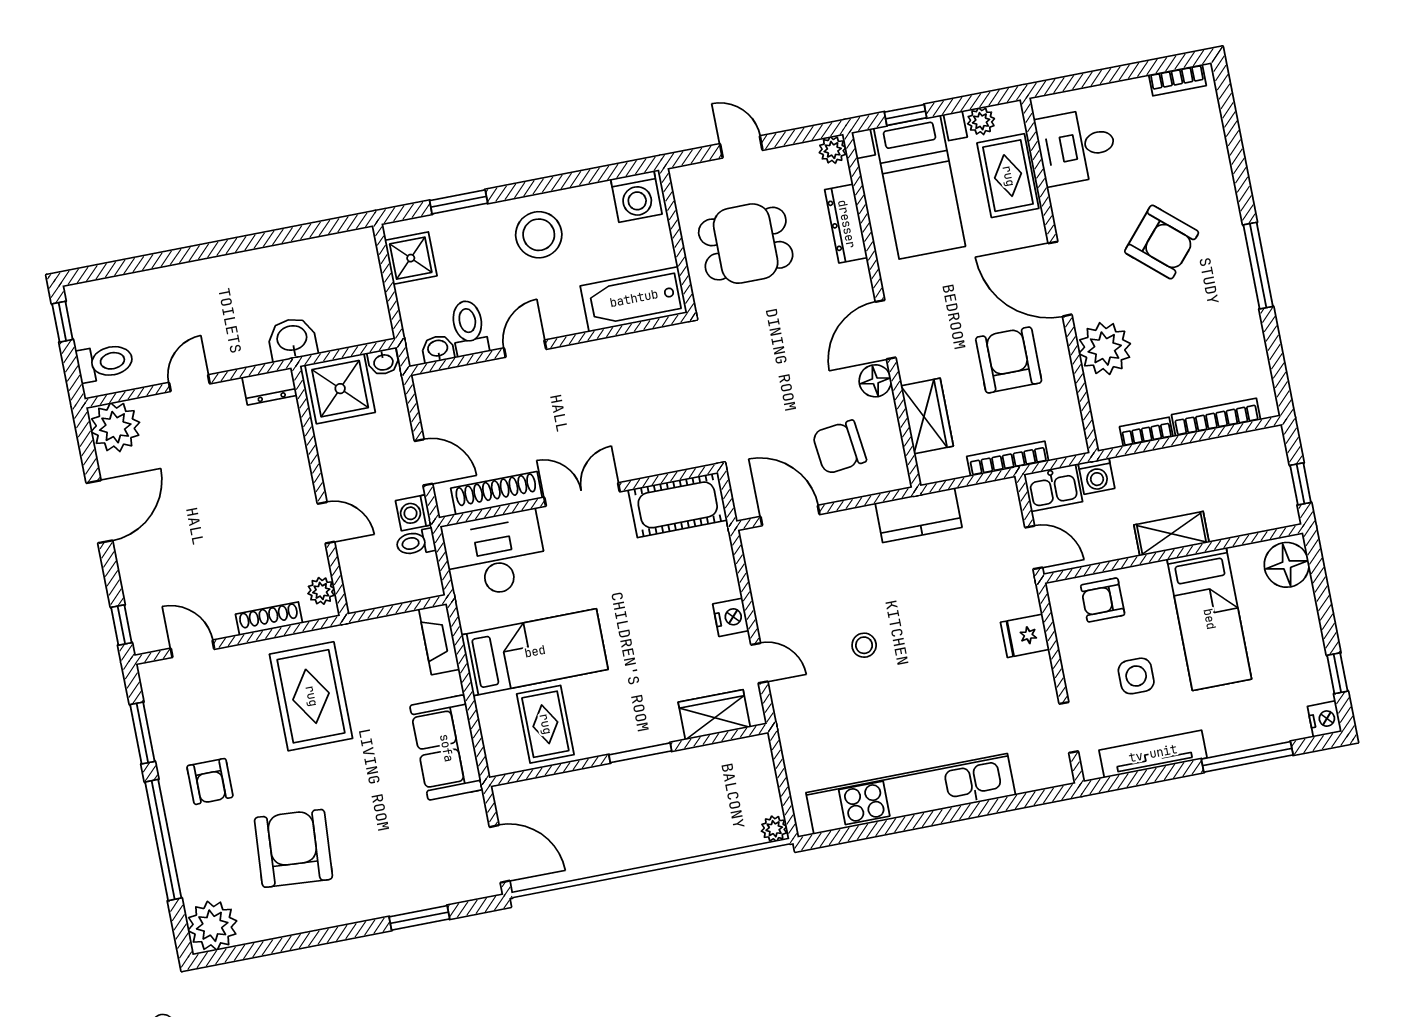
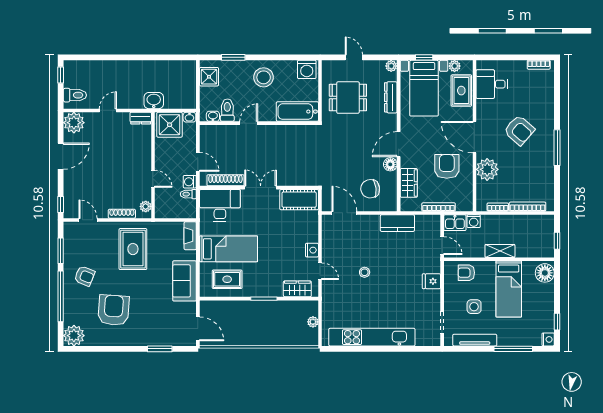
rug: (545, 724) -> (227, 279), turned 90
armchair: (210, 781) -> (85, 276), turned -68
plant: (774, 829) -> (313, 322), moved

